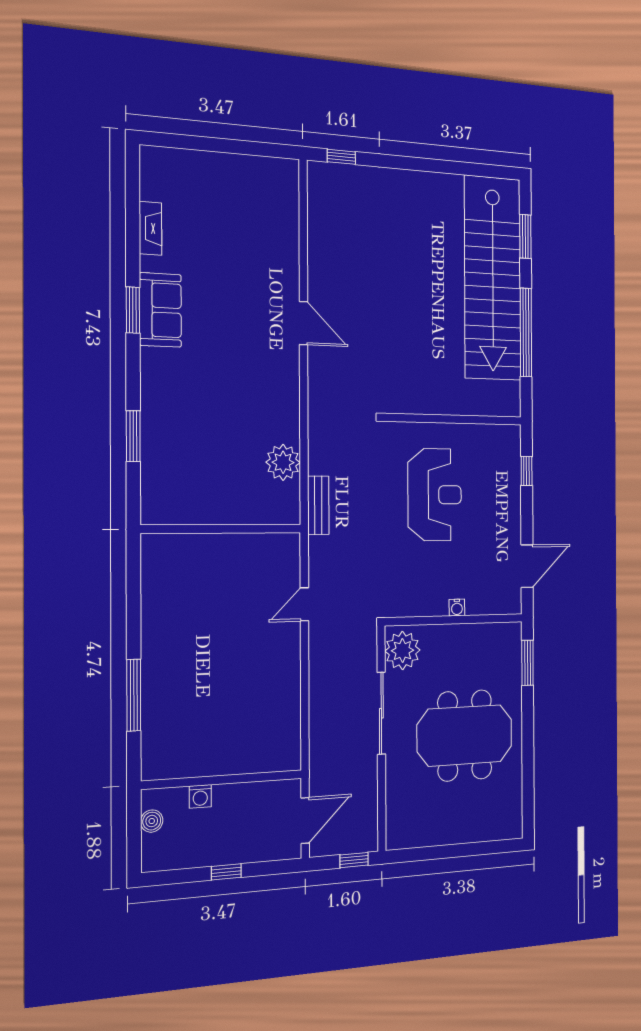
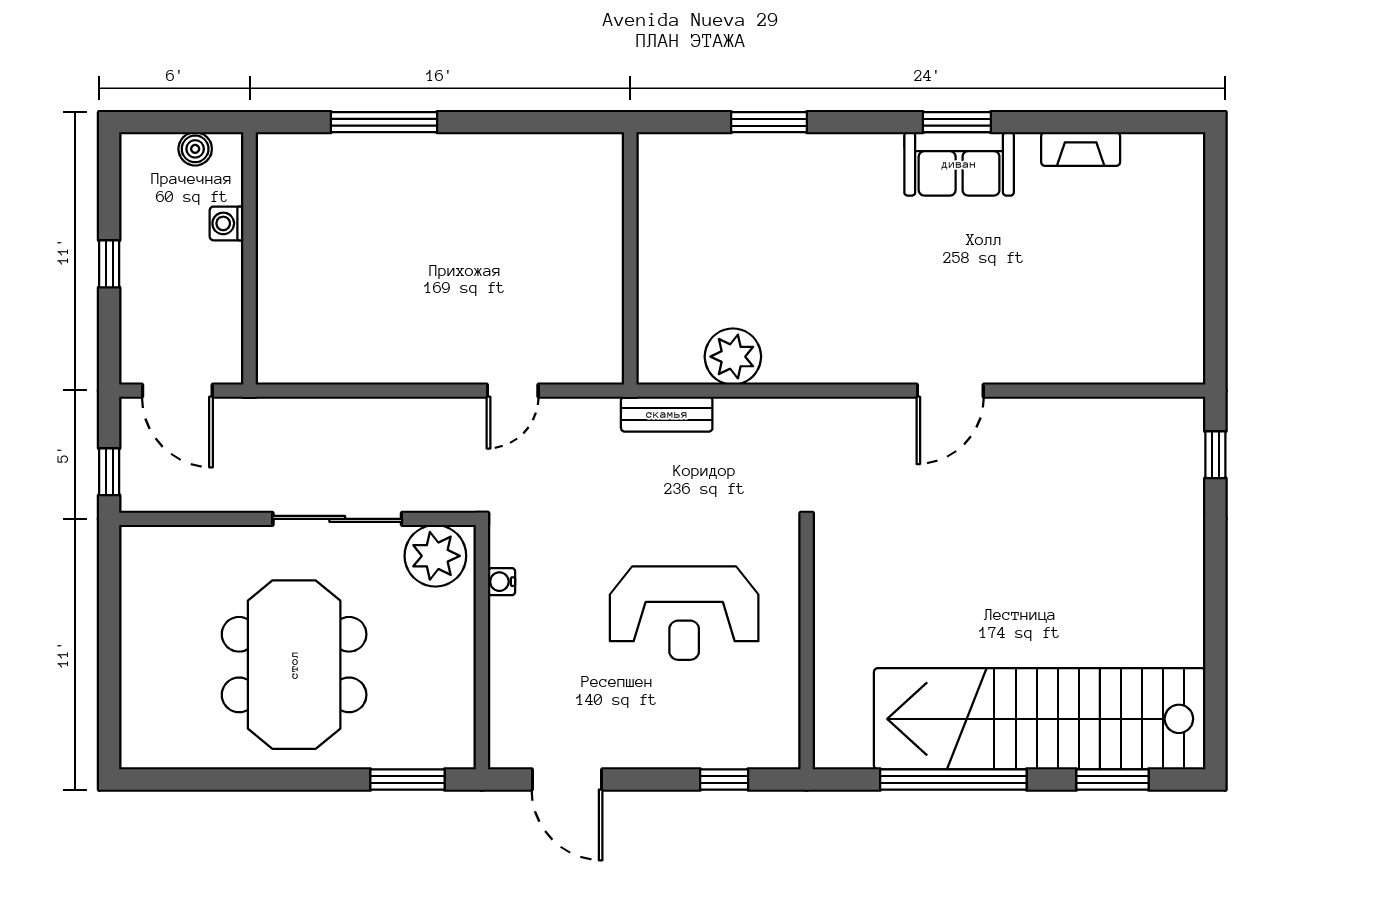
door: (304, 604) -> (513, 391), swing flipped
water cooler: (457, 608) -> (502, 582), moved

